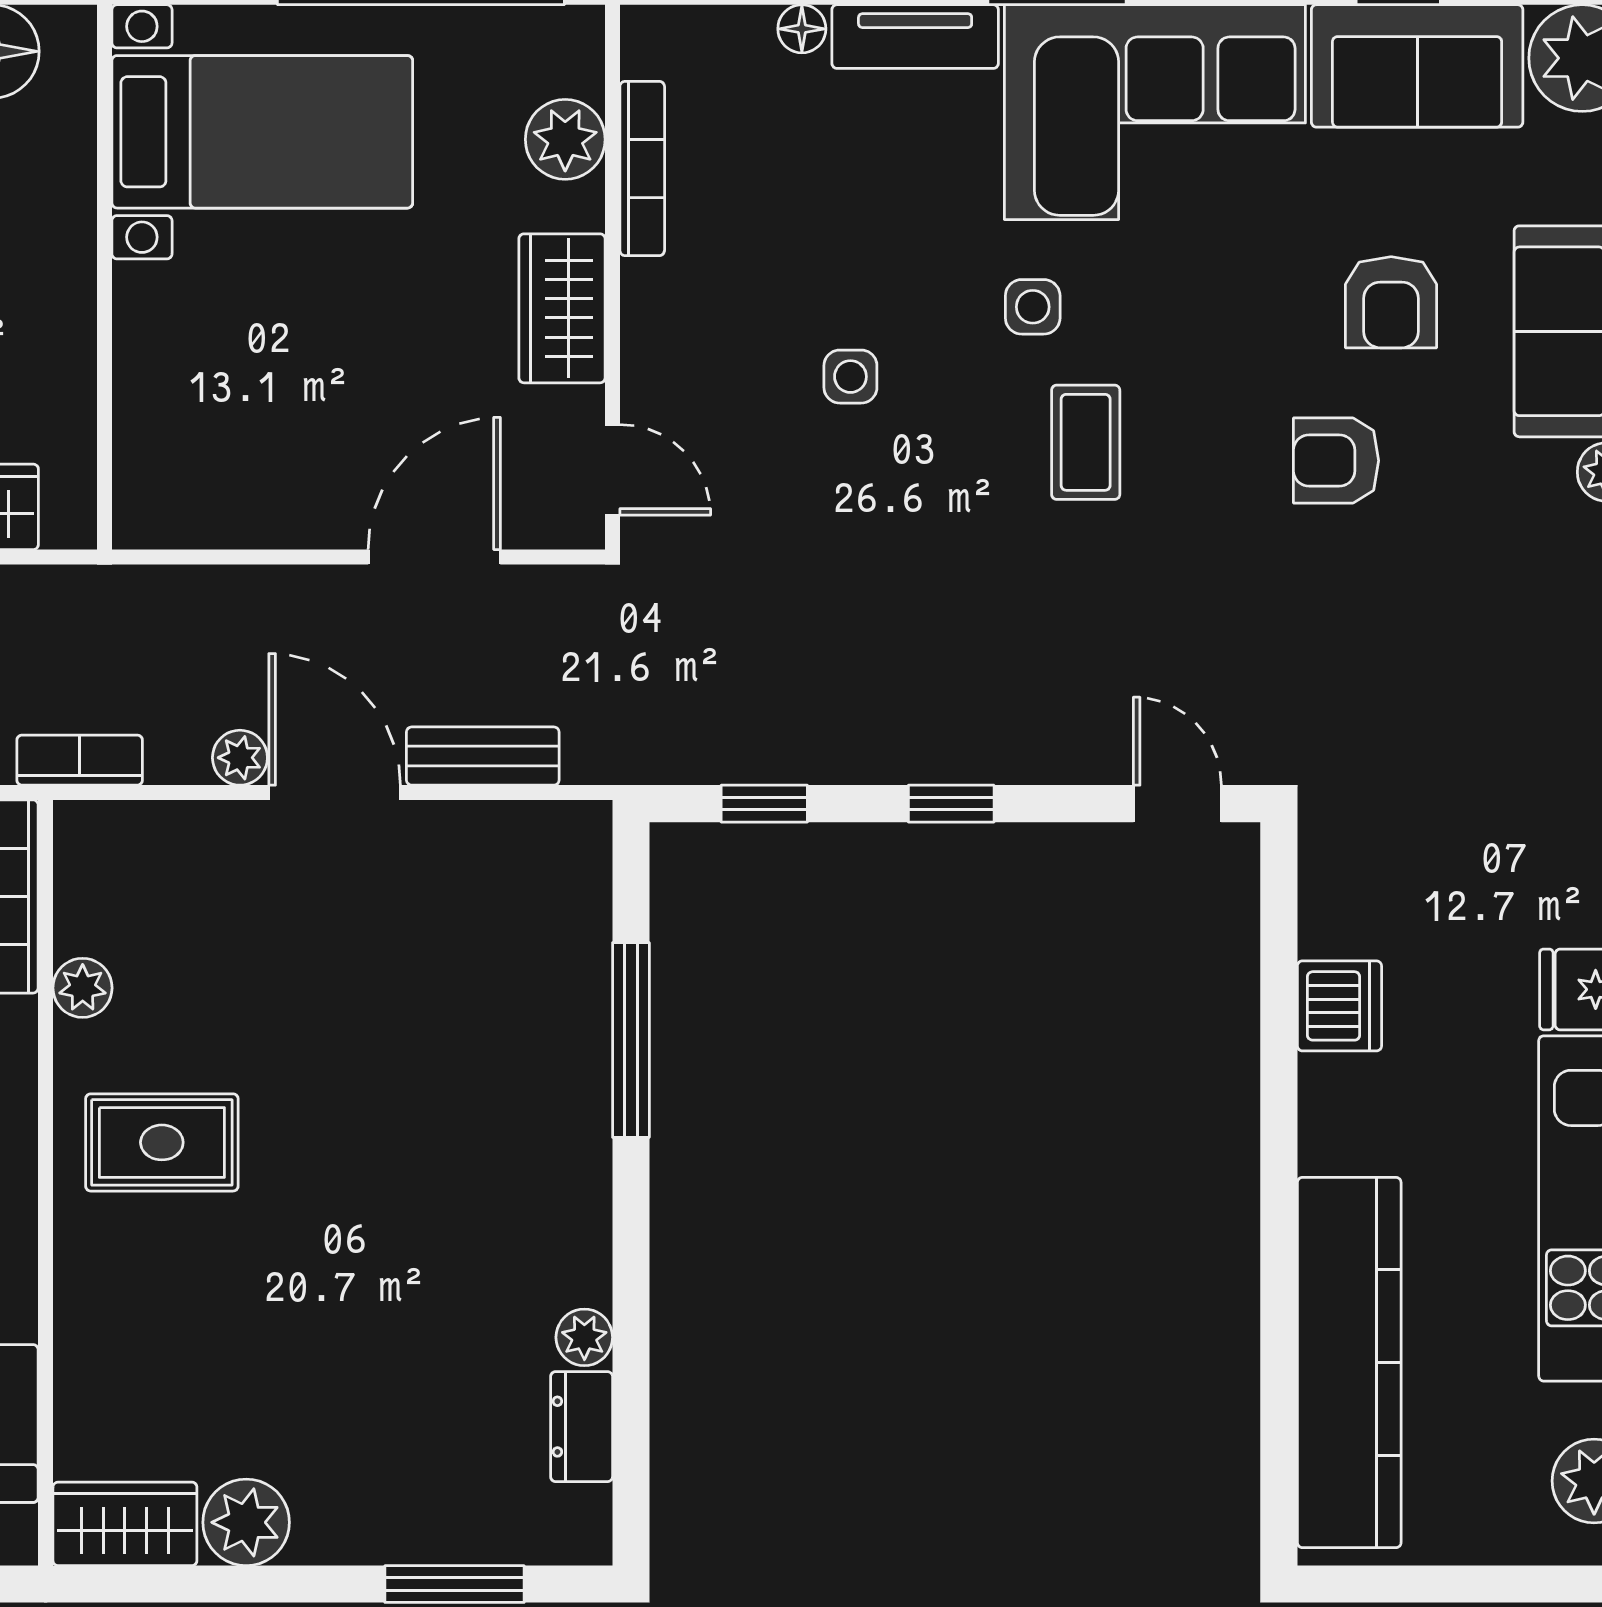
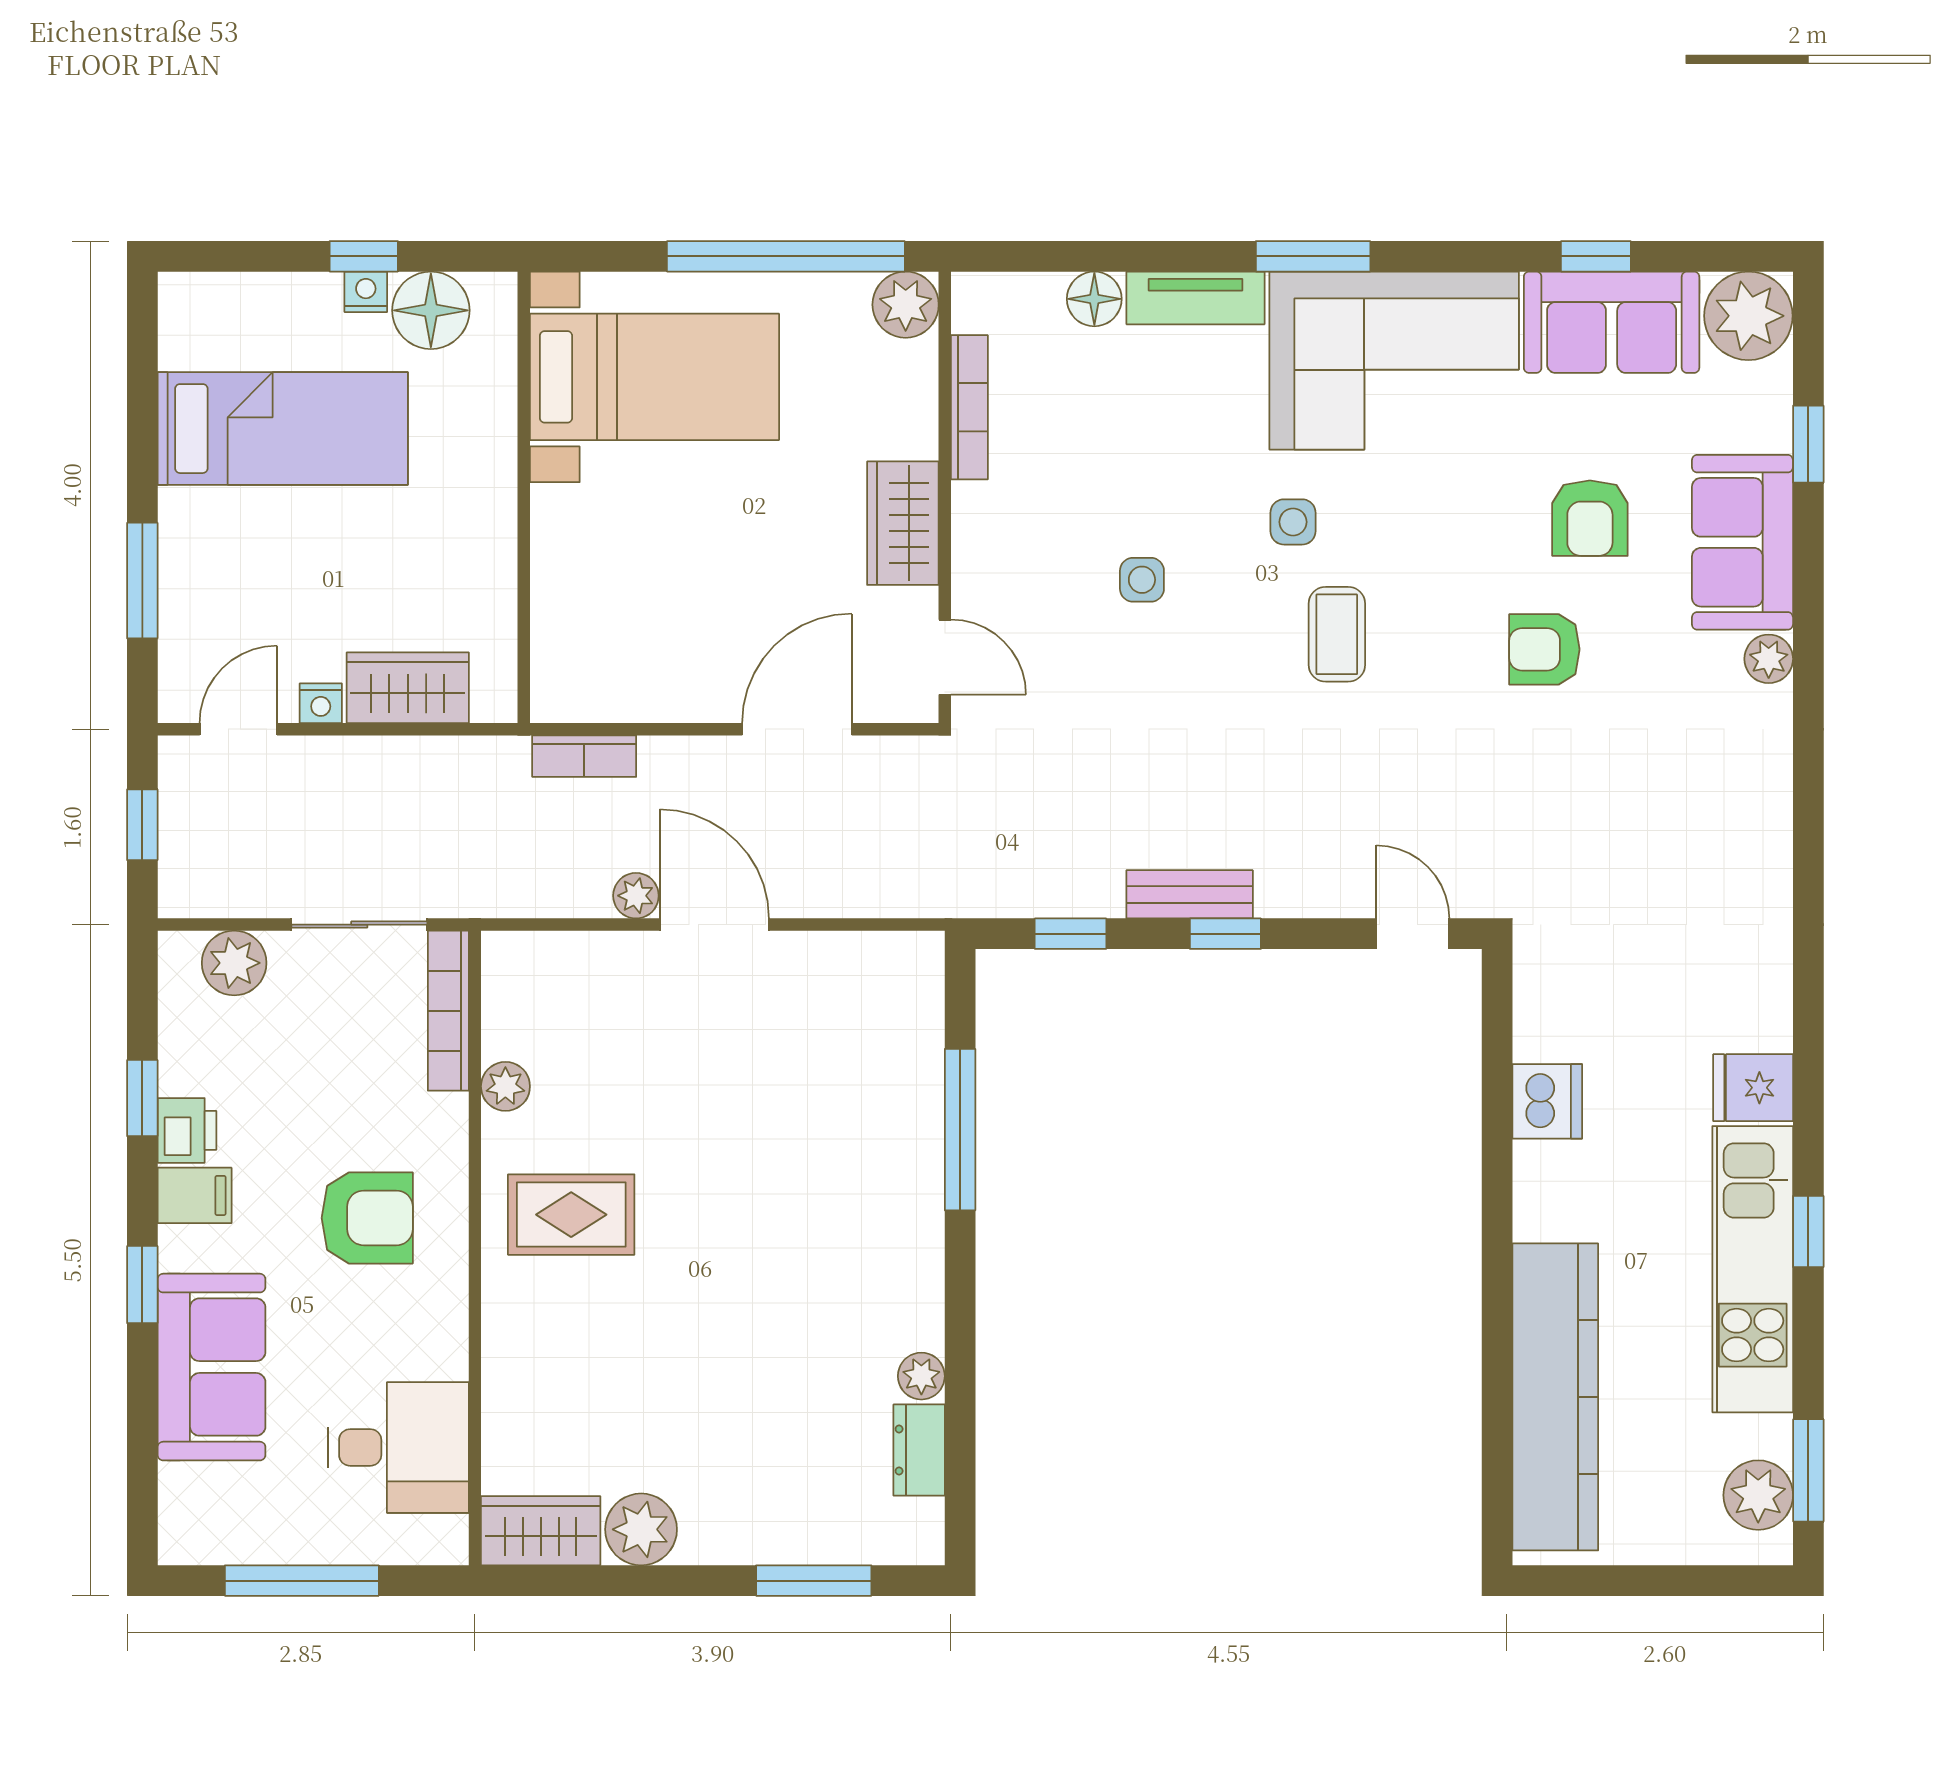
floor lamp: (802, 29) -> (1094, 299), width x1.37, depth x1.37
plant: (565, 139) -> (906, 305), moved
bench: (483, 756) -> (1190, 894), moved
bookcase: (80, 760) -> (584, 756), moved, turned 180

